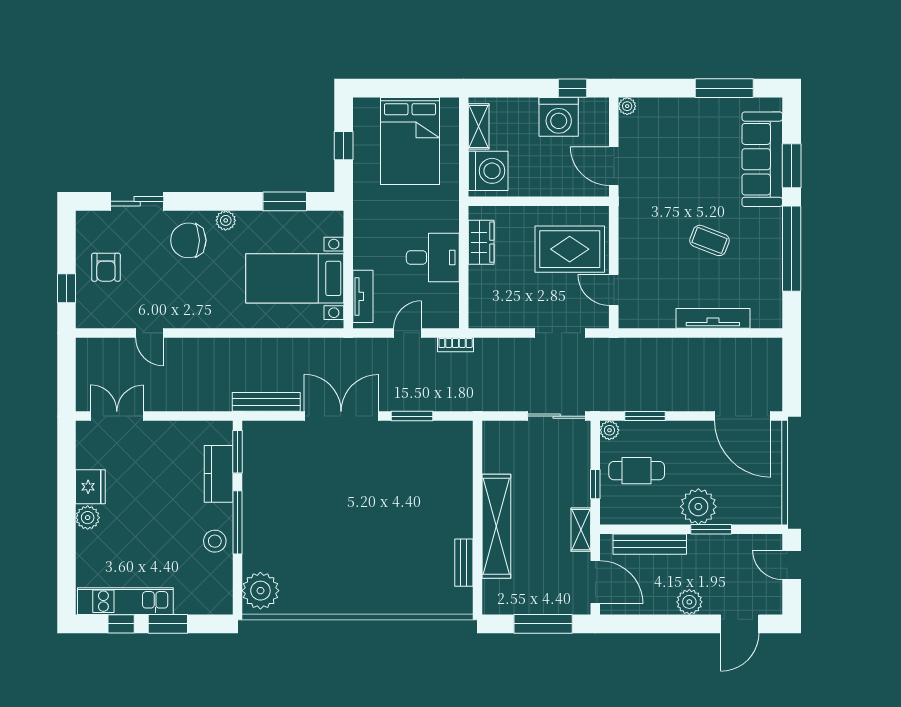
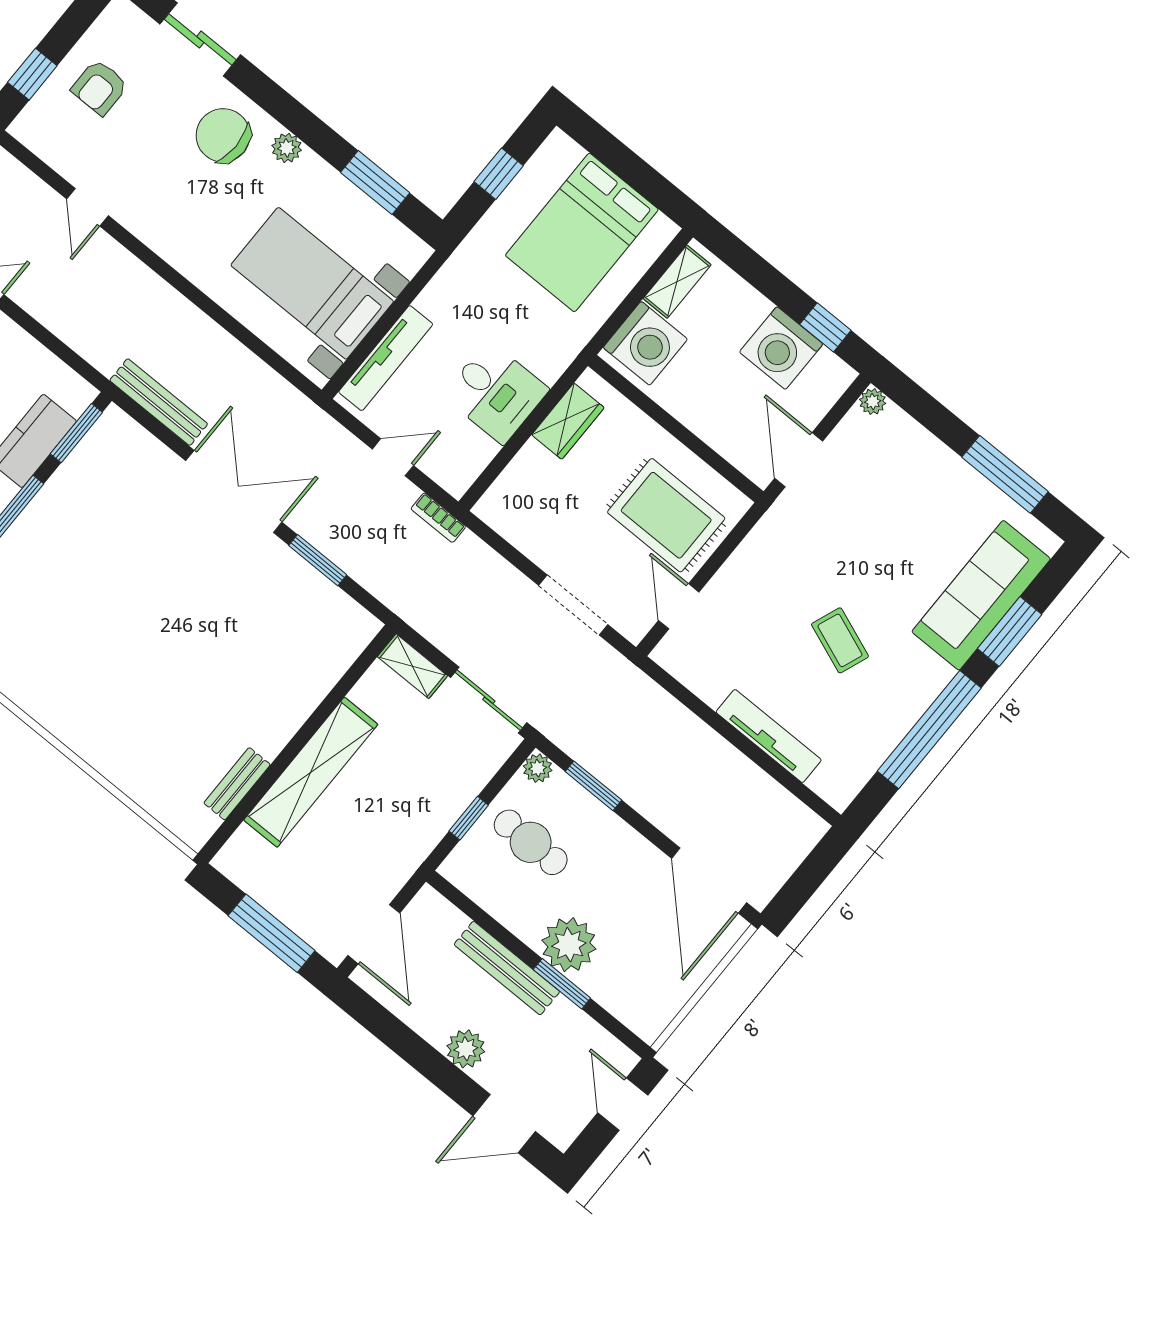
tv unit: (363, 296) -> (386, 358), width x1.41
shelving: (581, 530) -> (412, 666), moved, turned 90
bench: (650, 544) -> (507, 968), moved

